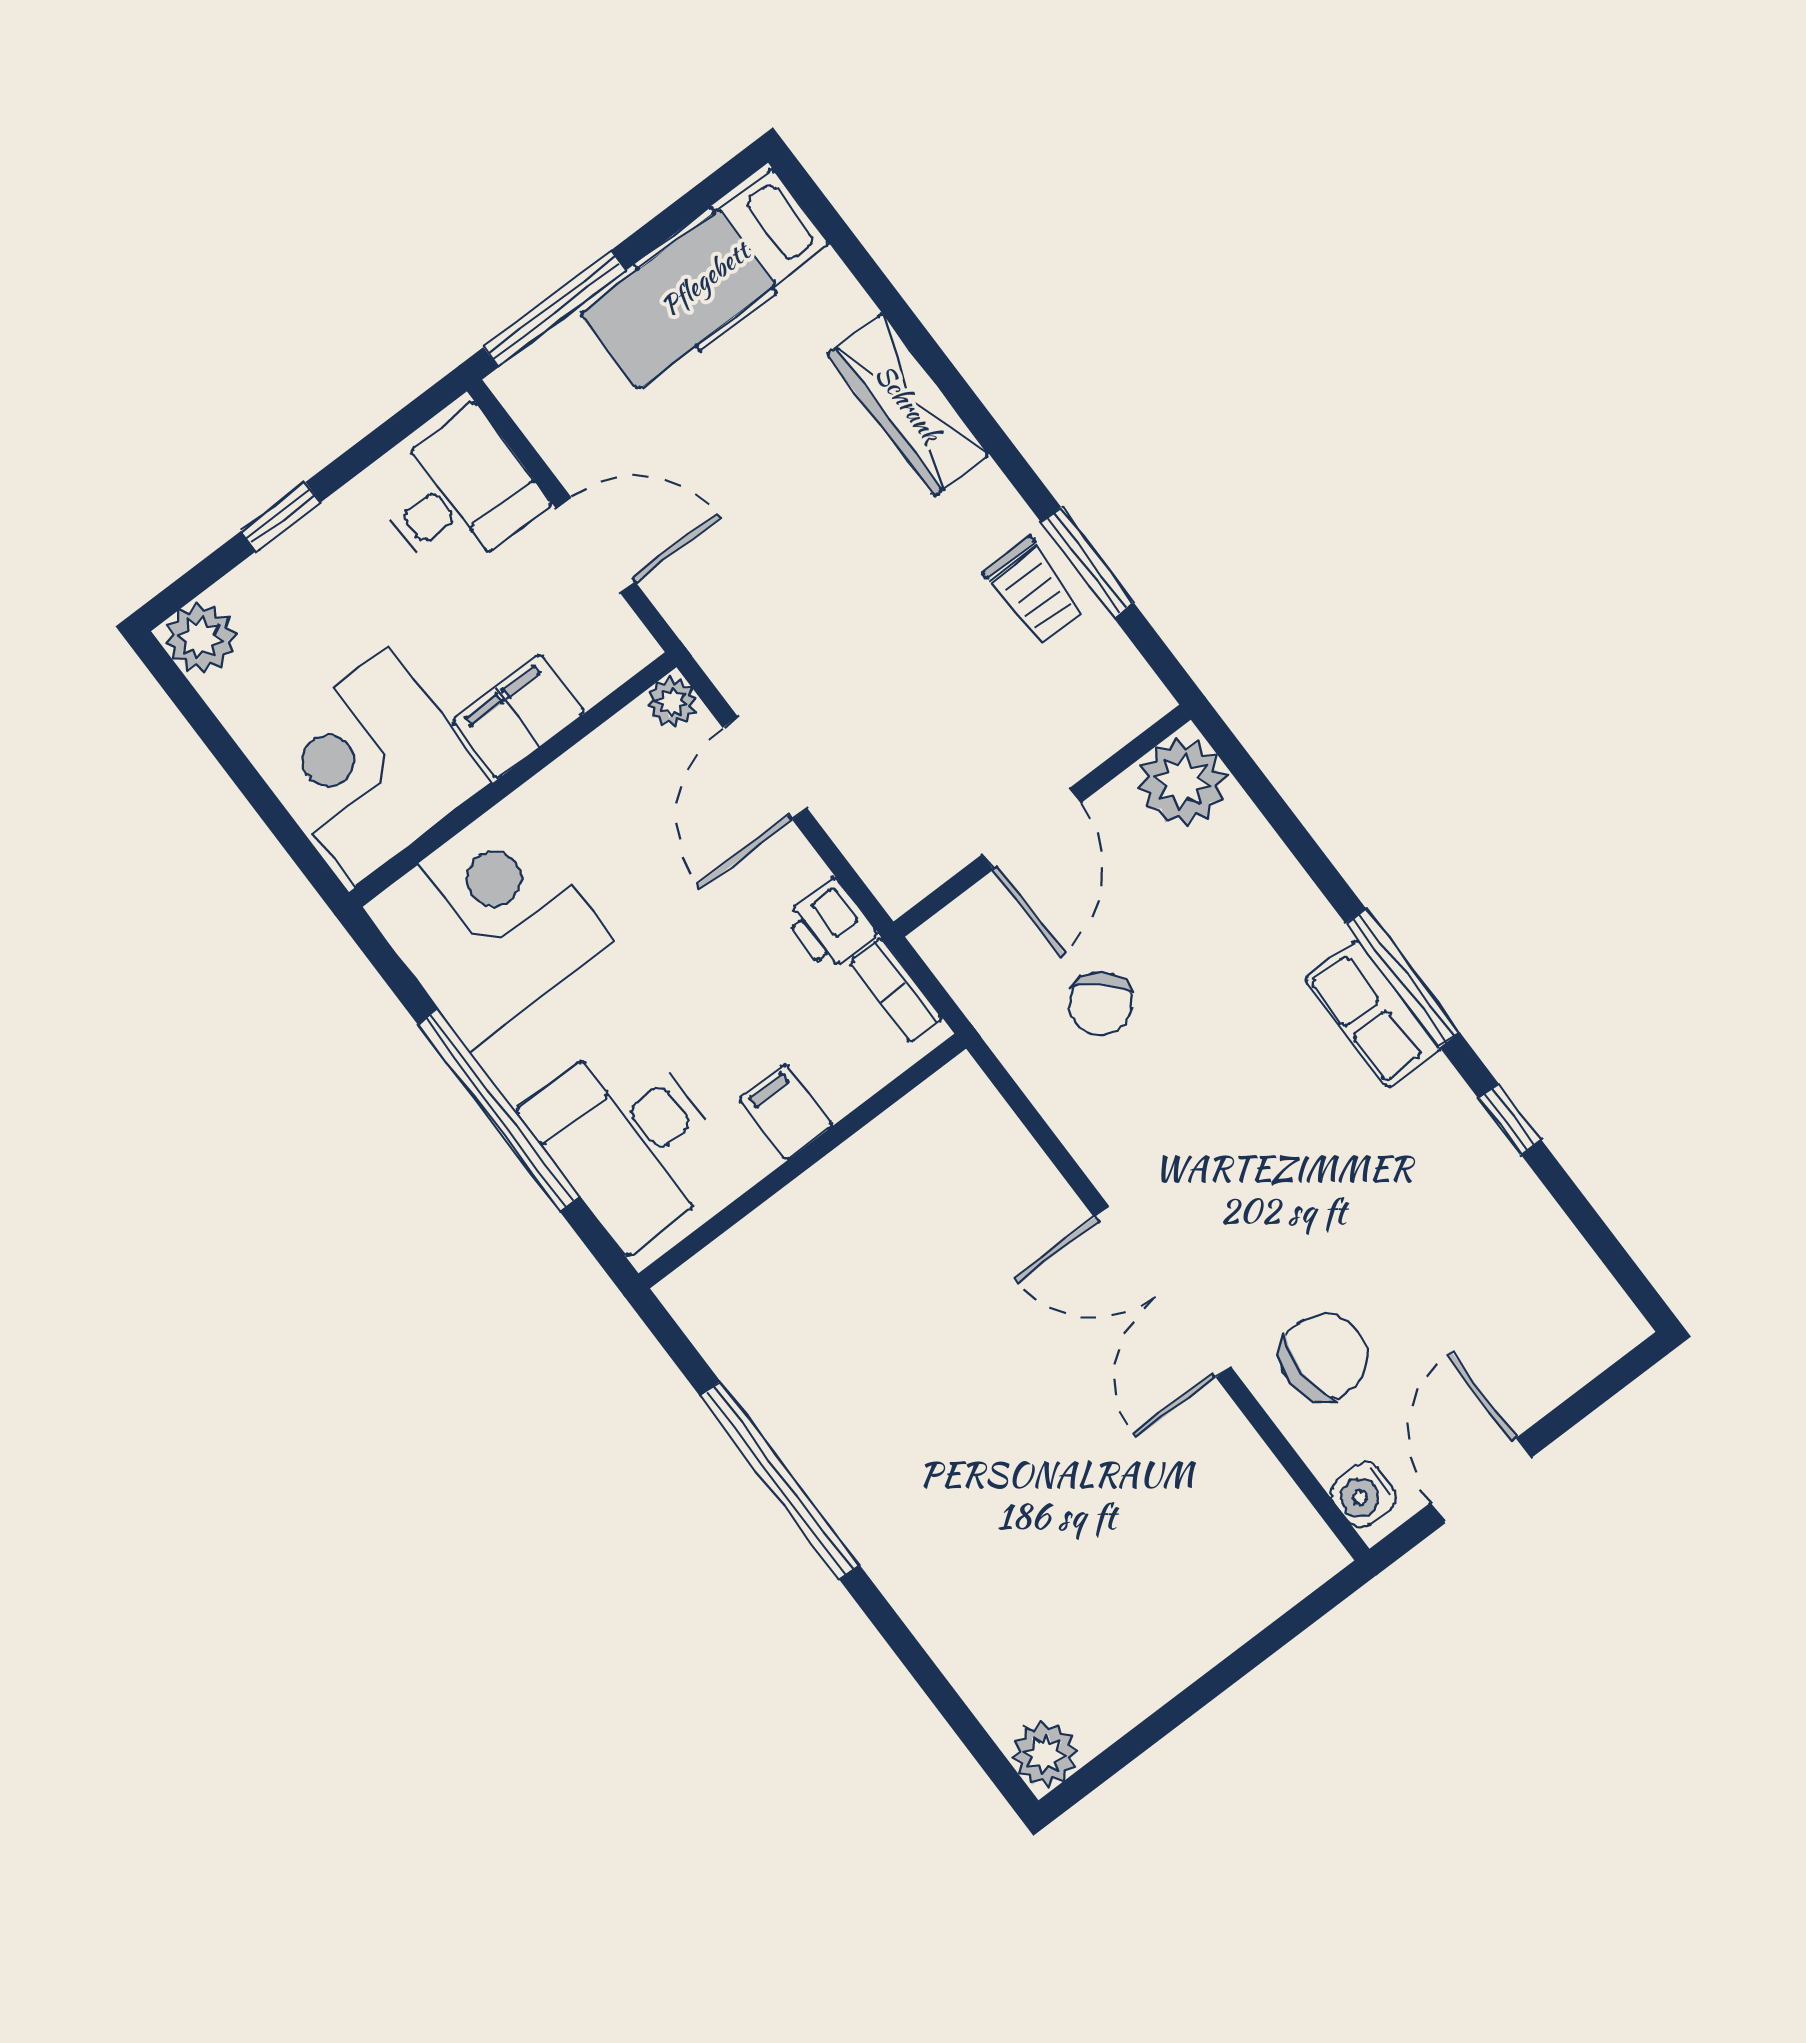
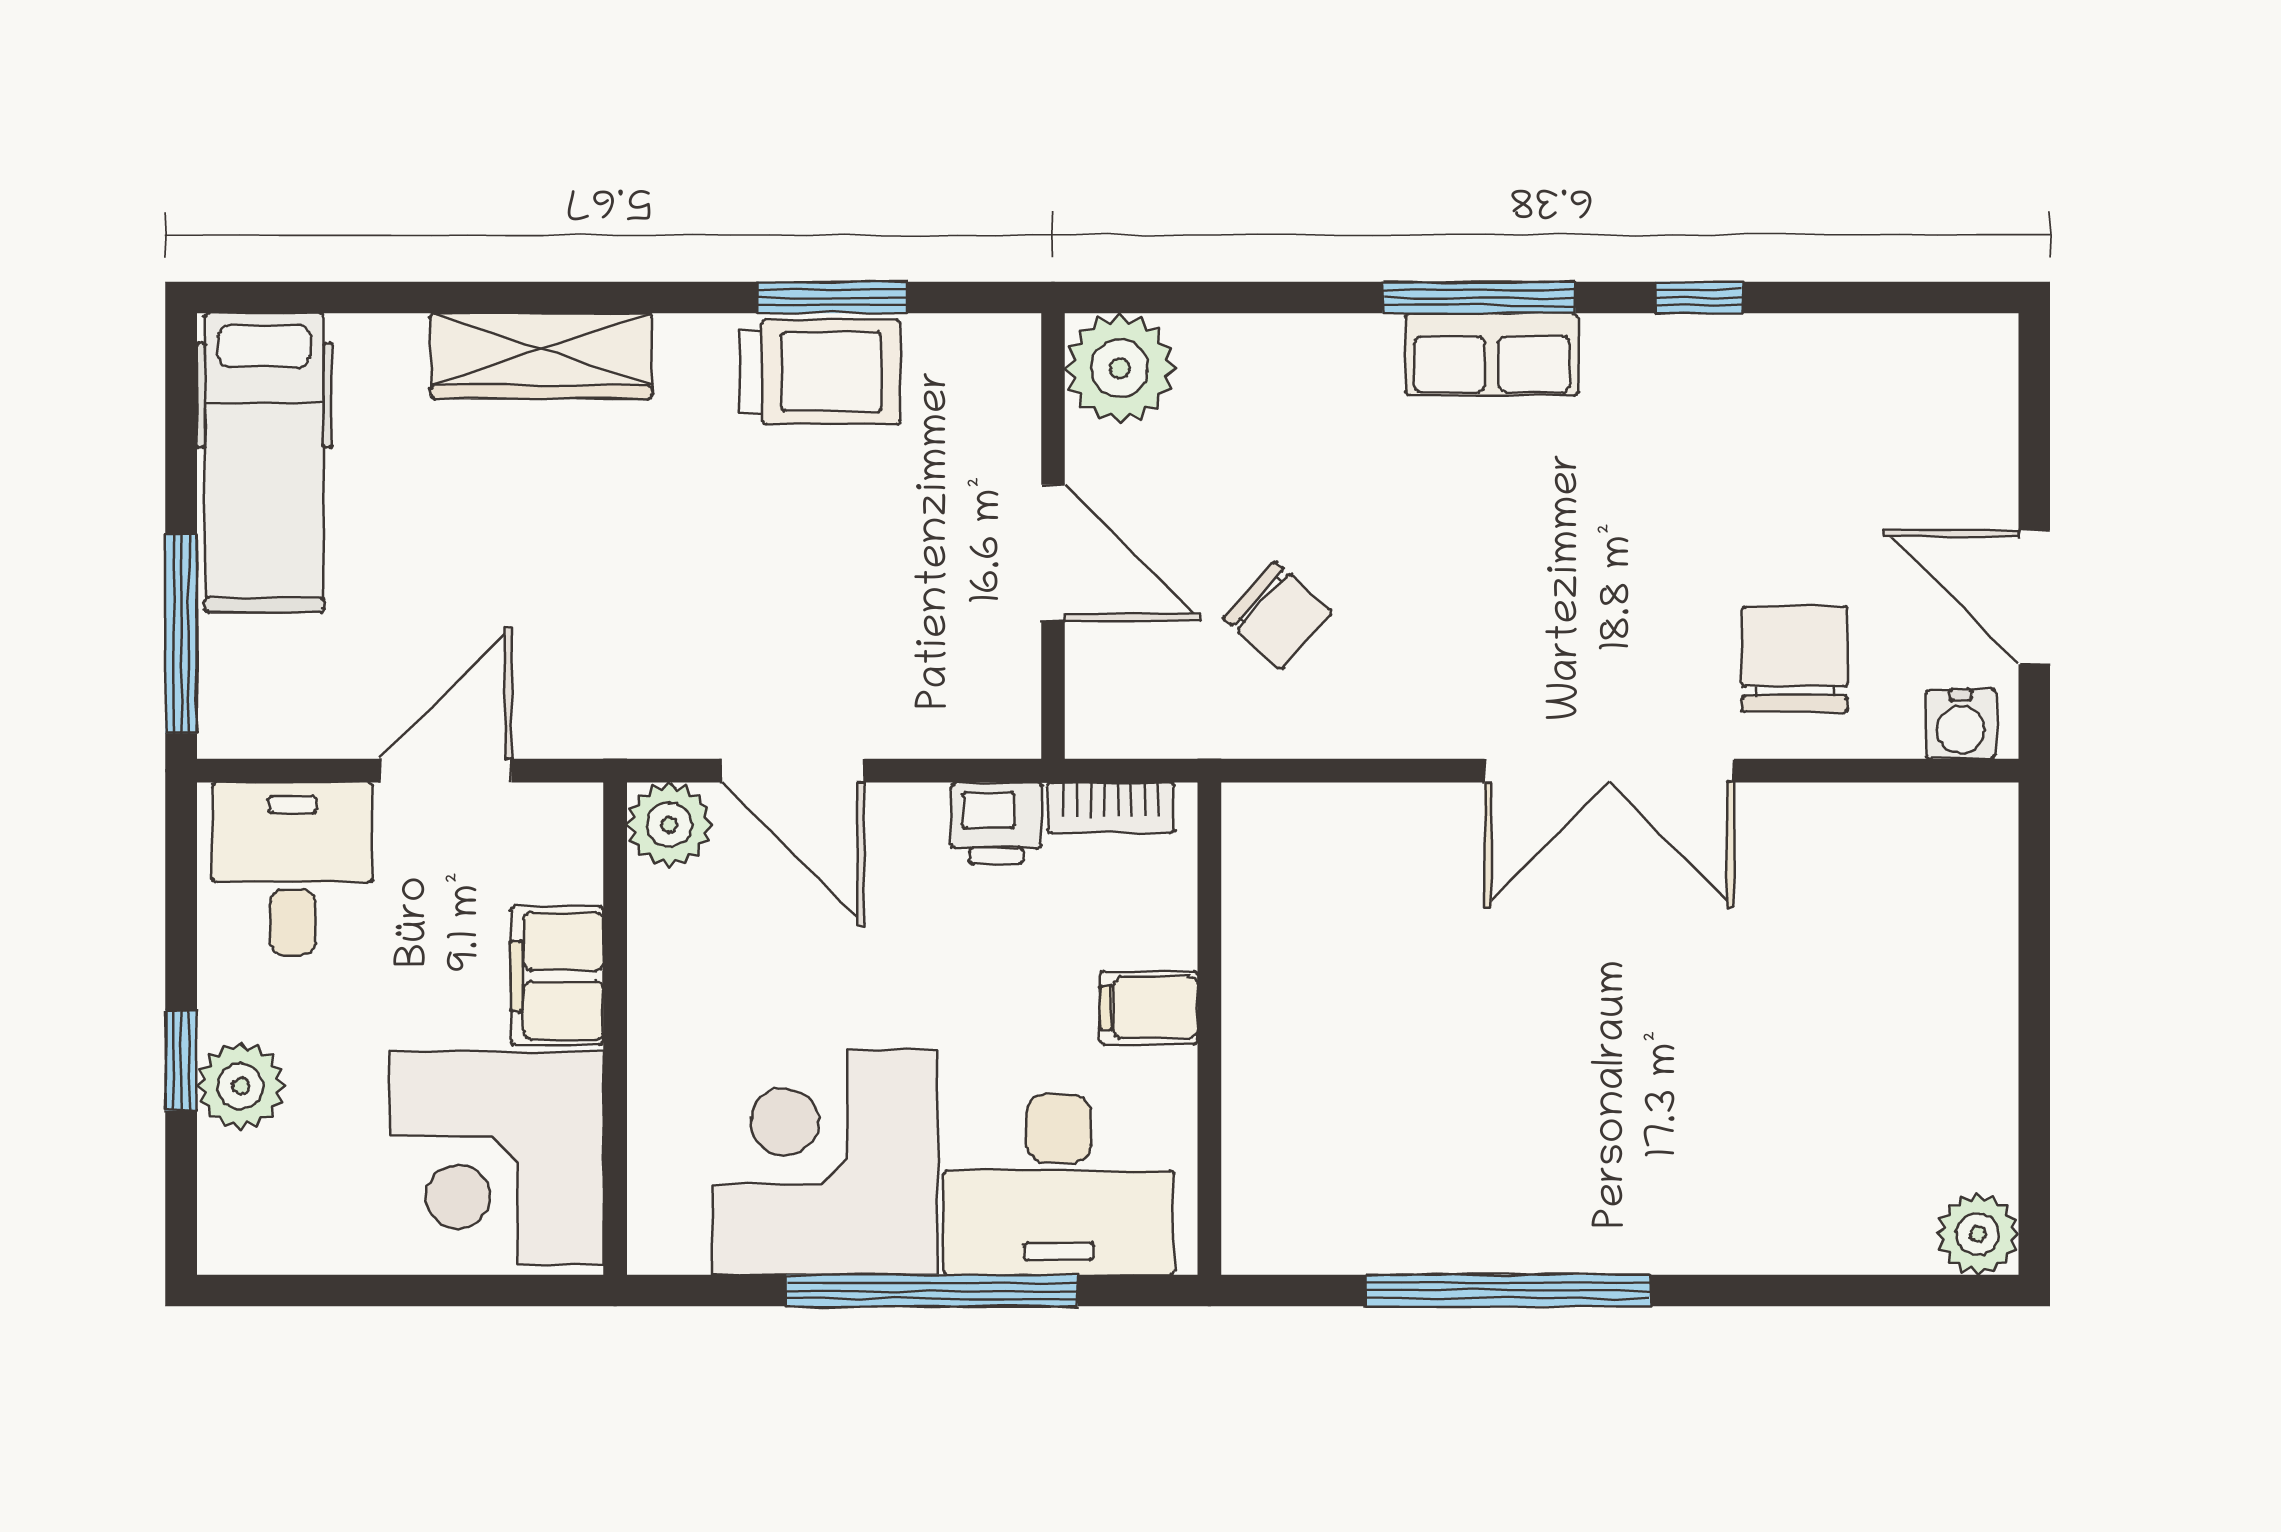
trolley: (1034, 591) -> (820, 372), width x1.36, depth x1.39
plant: (200, 638) -> (241, 1086), moved
plant: (672, 702) -> (669, 825), width x1.38, depth x1.38
corner desk: (487, 925) -> (825, 1162), moved

